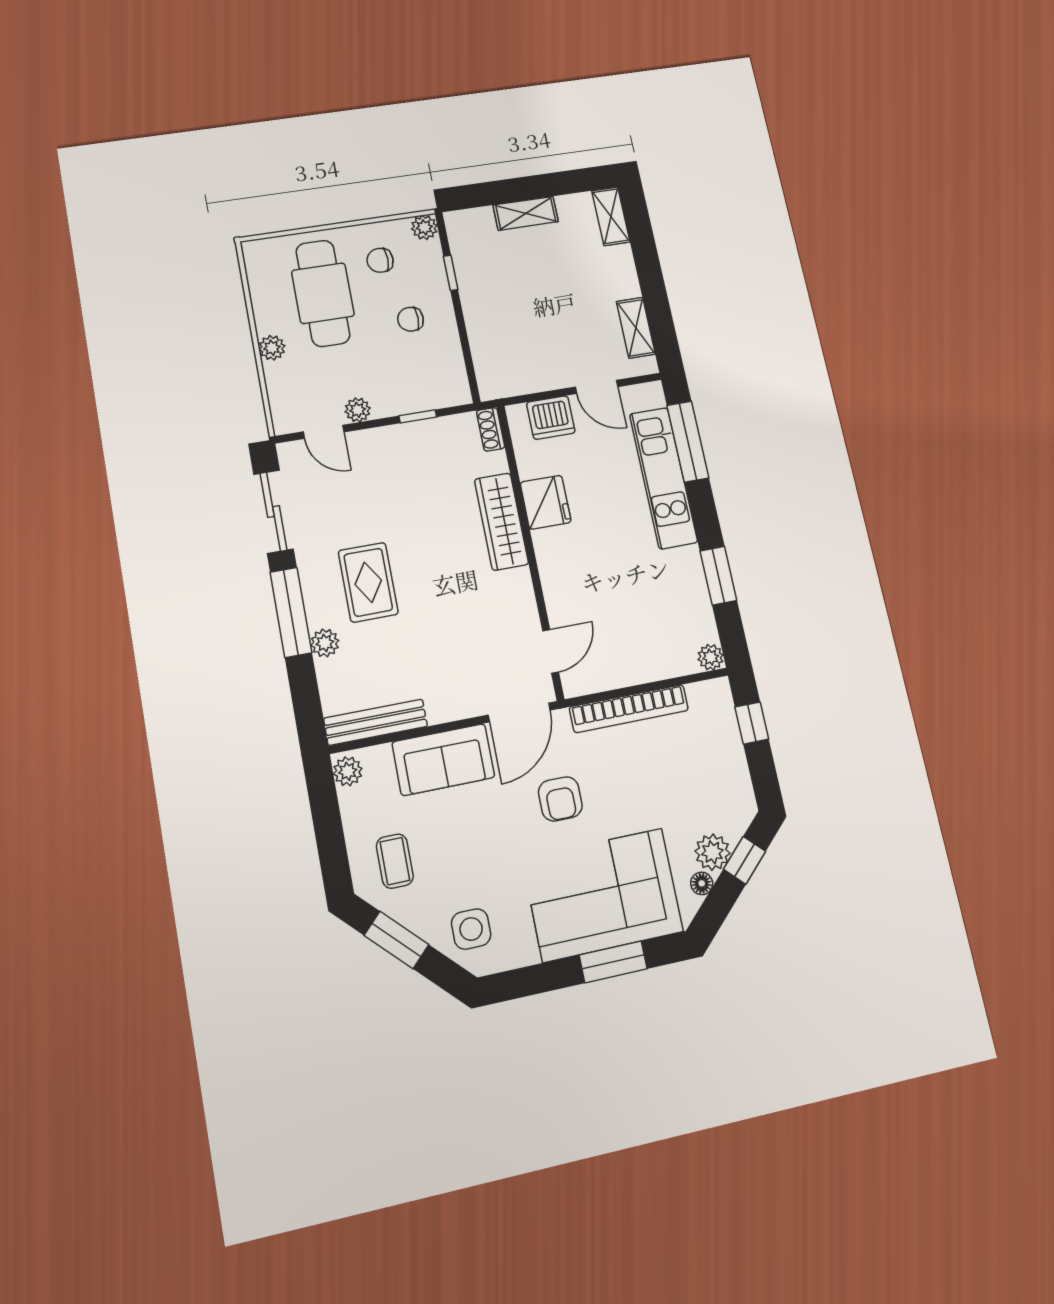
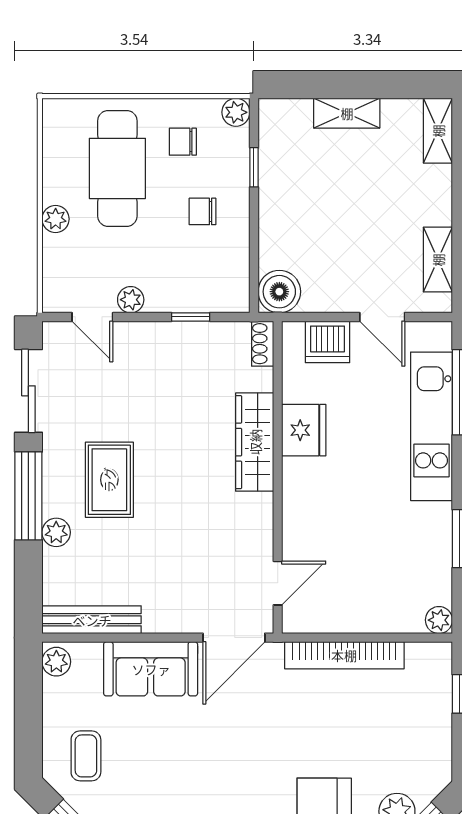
boiler: (497, 380) -> (279, 292), added
armchair: (560, 799) -> (257, 729), removed

